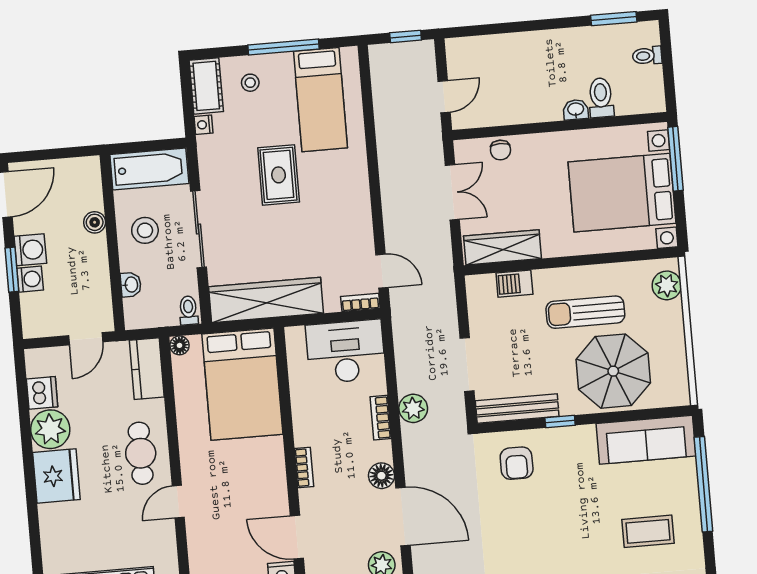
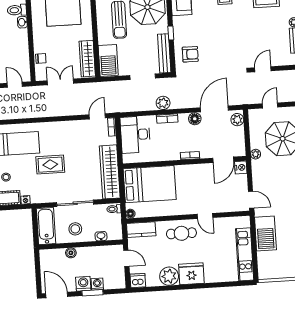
barbecue: (514, 284) -> (108, 60), width x1.88, depth x1.53
dishwasher: (42, 393) -> (138, 281), moved

